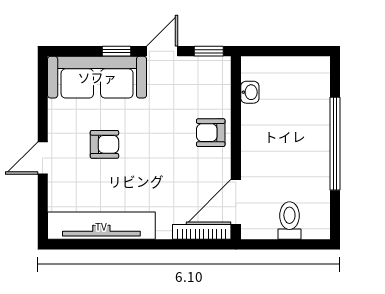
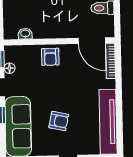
floor lamp: (194, 65) -> (10, 68), added
armchair: (104, 144) -> (59, 121), turned 102

